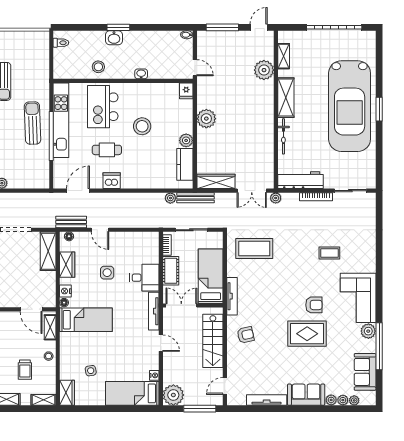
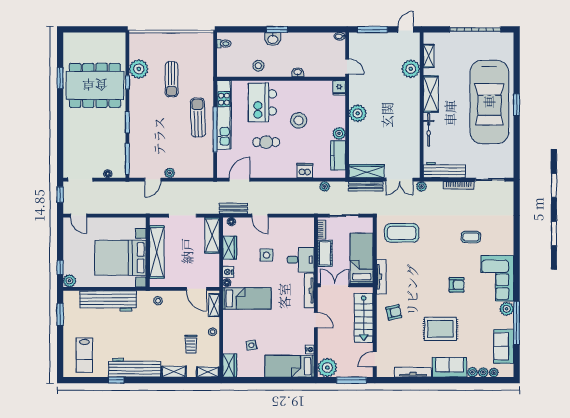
dishwasher: (112, 181) -> (305, 170), moved
bench: (196, 198) -> (366, 186), moved
rug: (307, 334) -> (441, 329), moved

